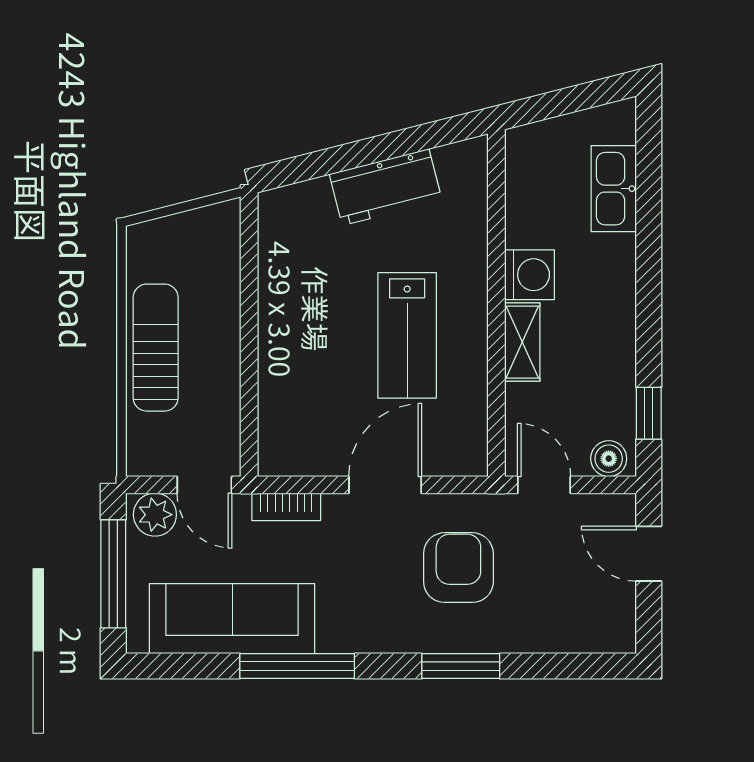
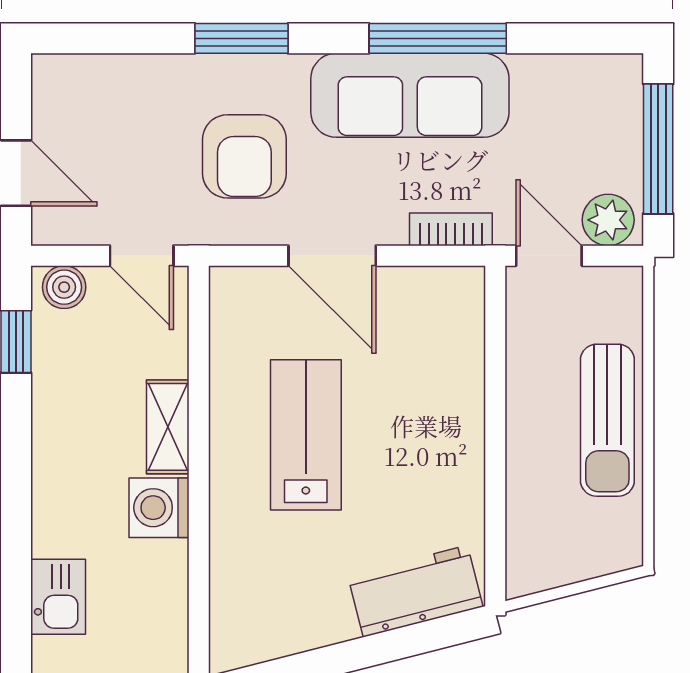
workbench: (386, 187) -> (415, 591), moved
kitchen sink: (614, 189) -> (58, 597), width x0.73
door: (385, 485) -> (332, 256), hinge flipped
sofa: (232, 619) -> (410, 95), moved

